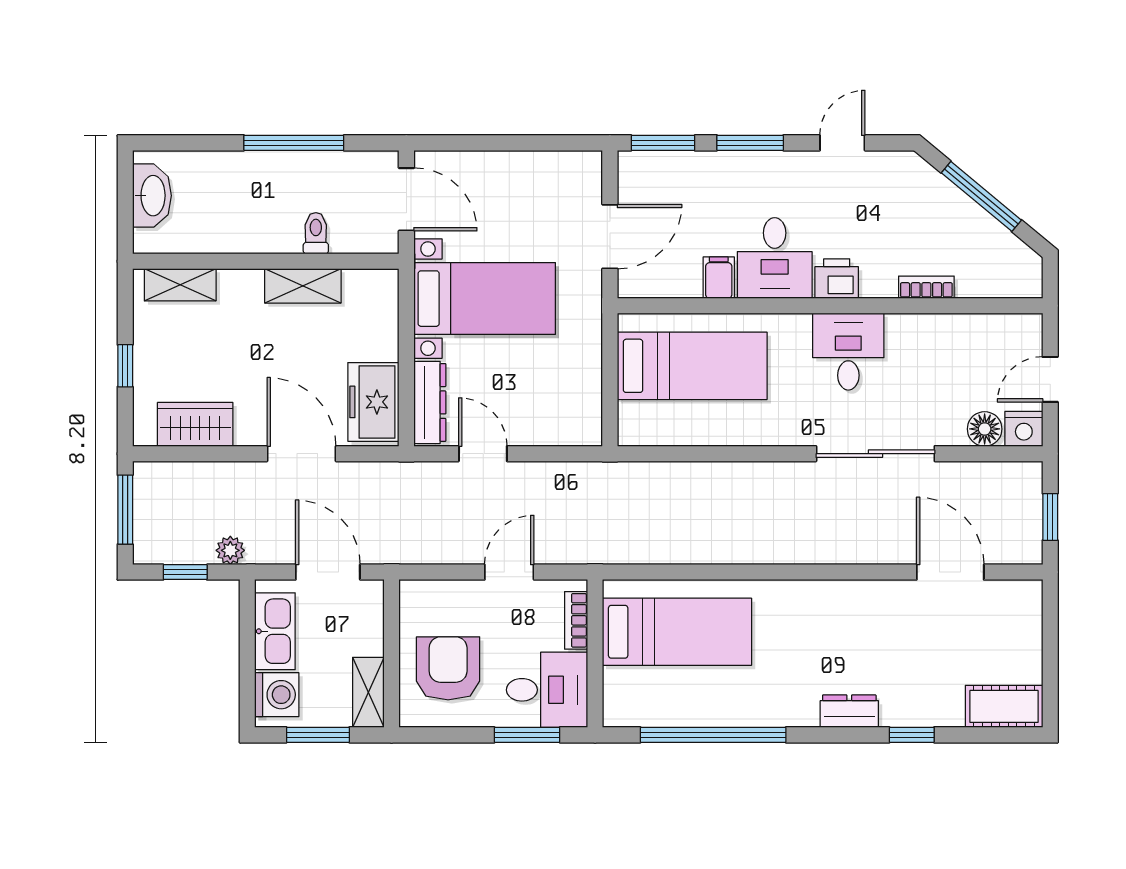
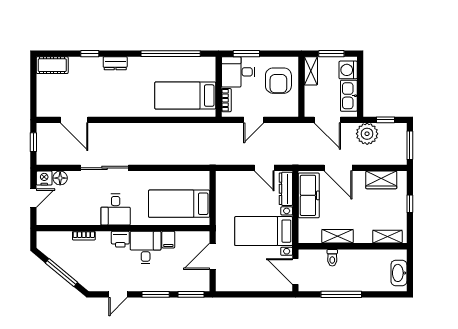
freezer: (373, 402) -> (309, 195), width x1.40
plant: (230, 550) -> (367, 134), width x1.88, depth x1.88

